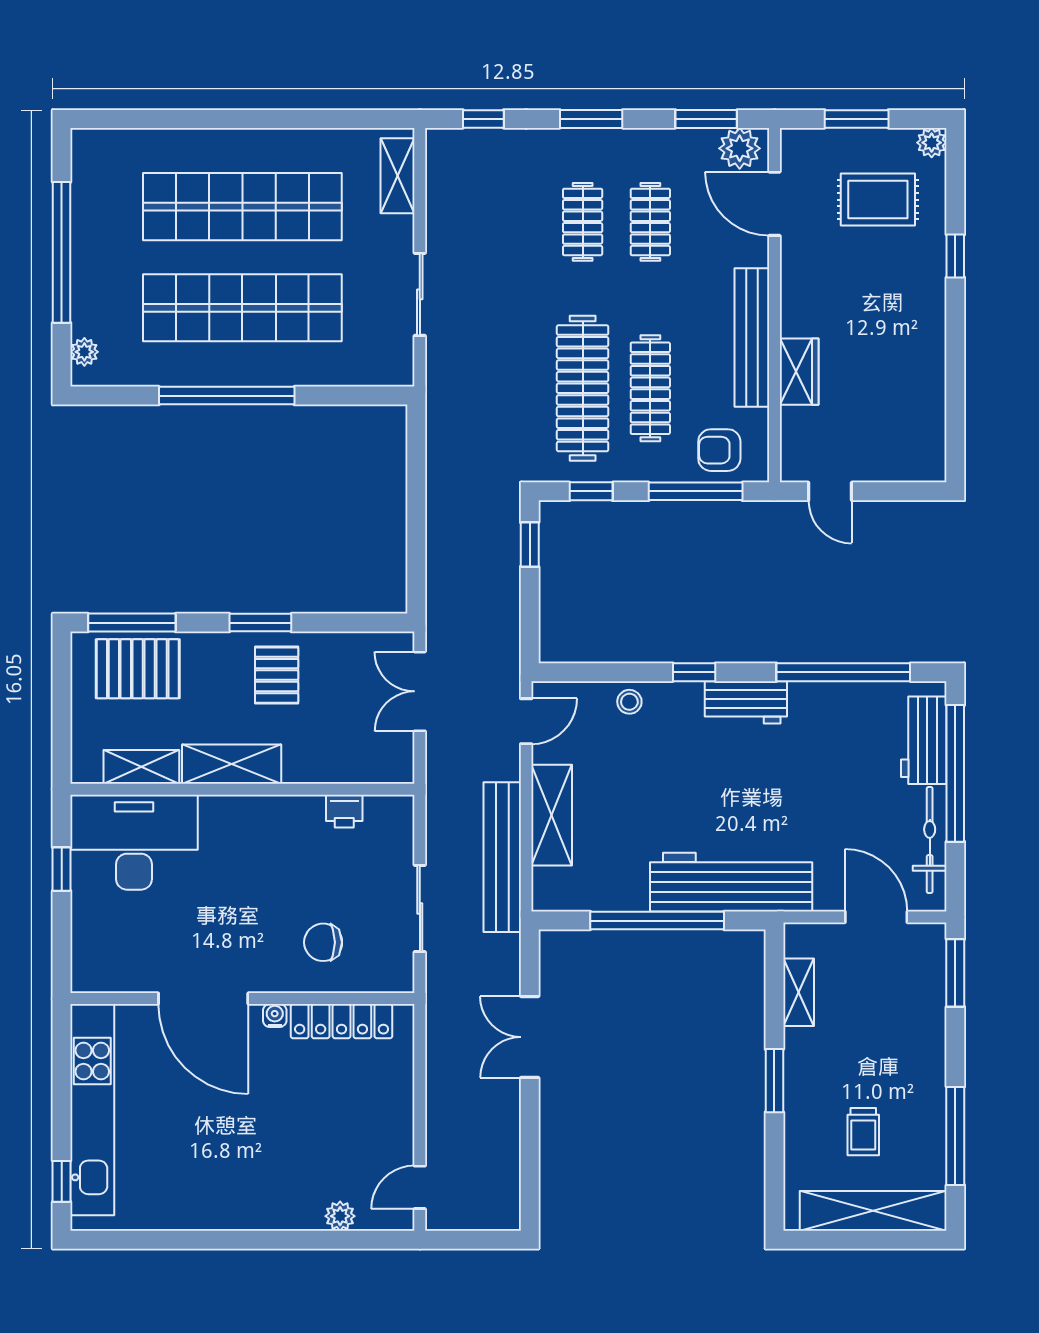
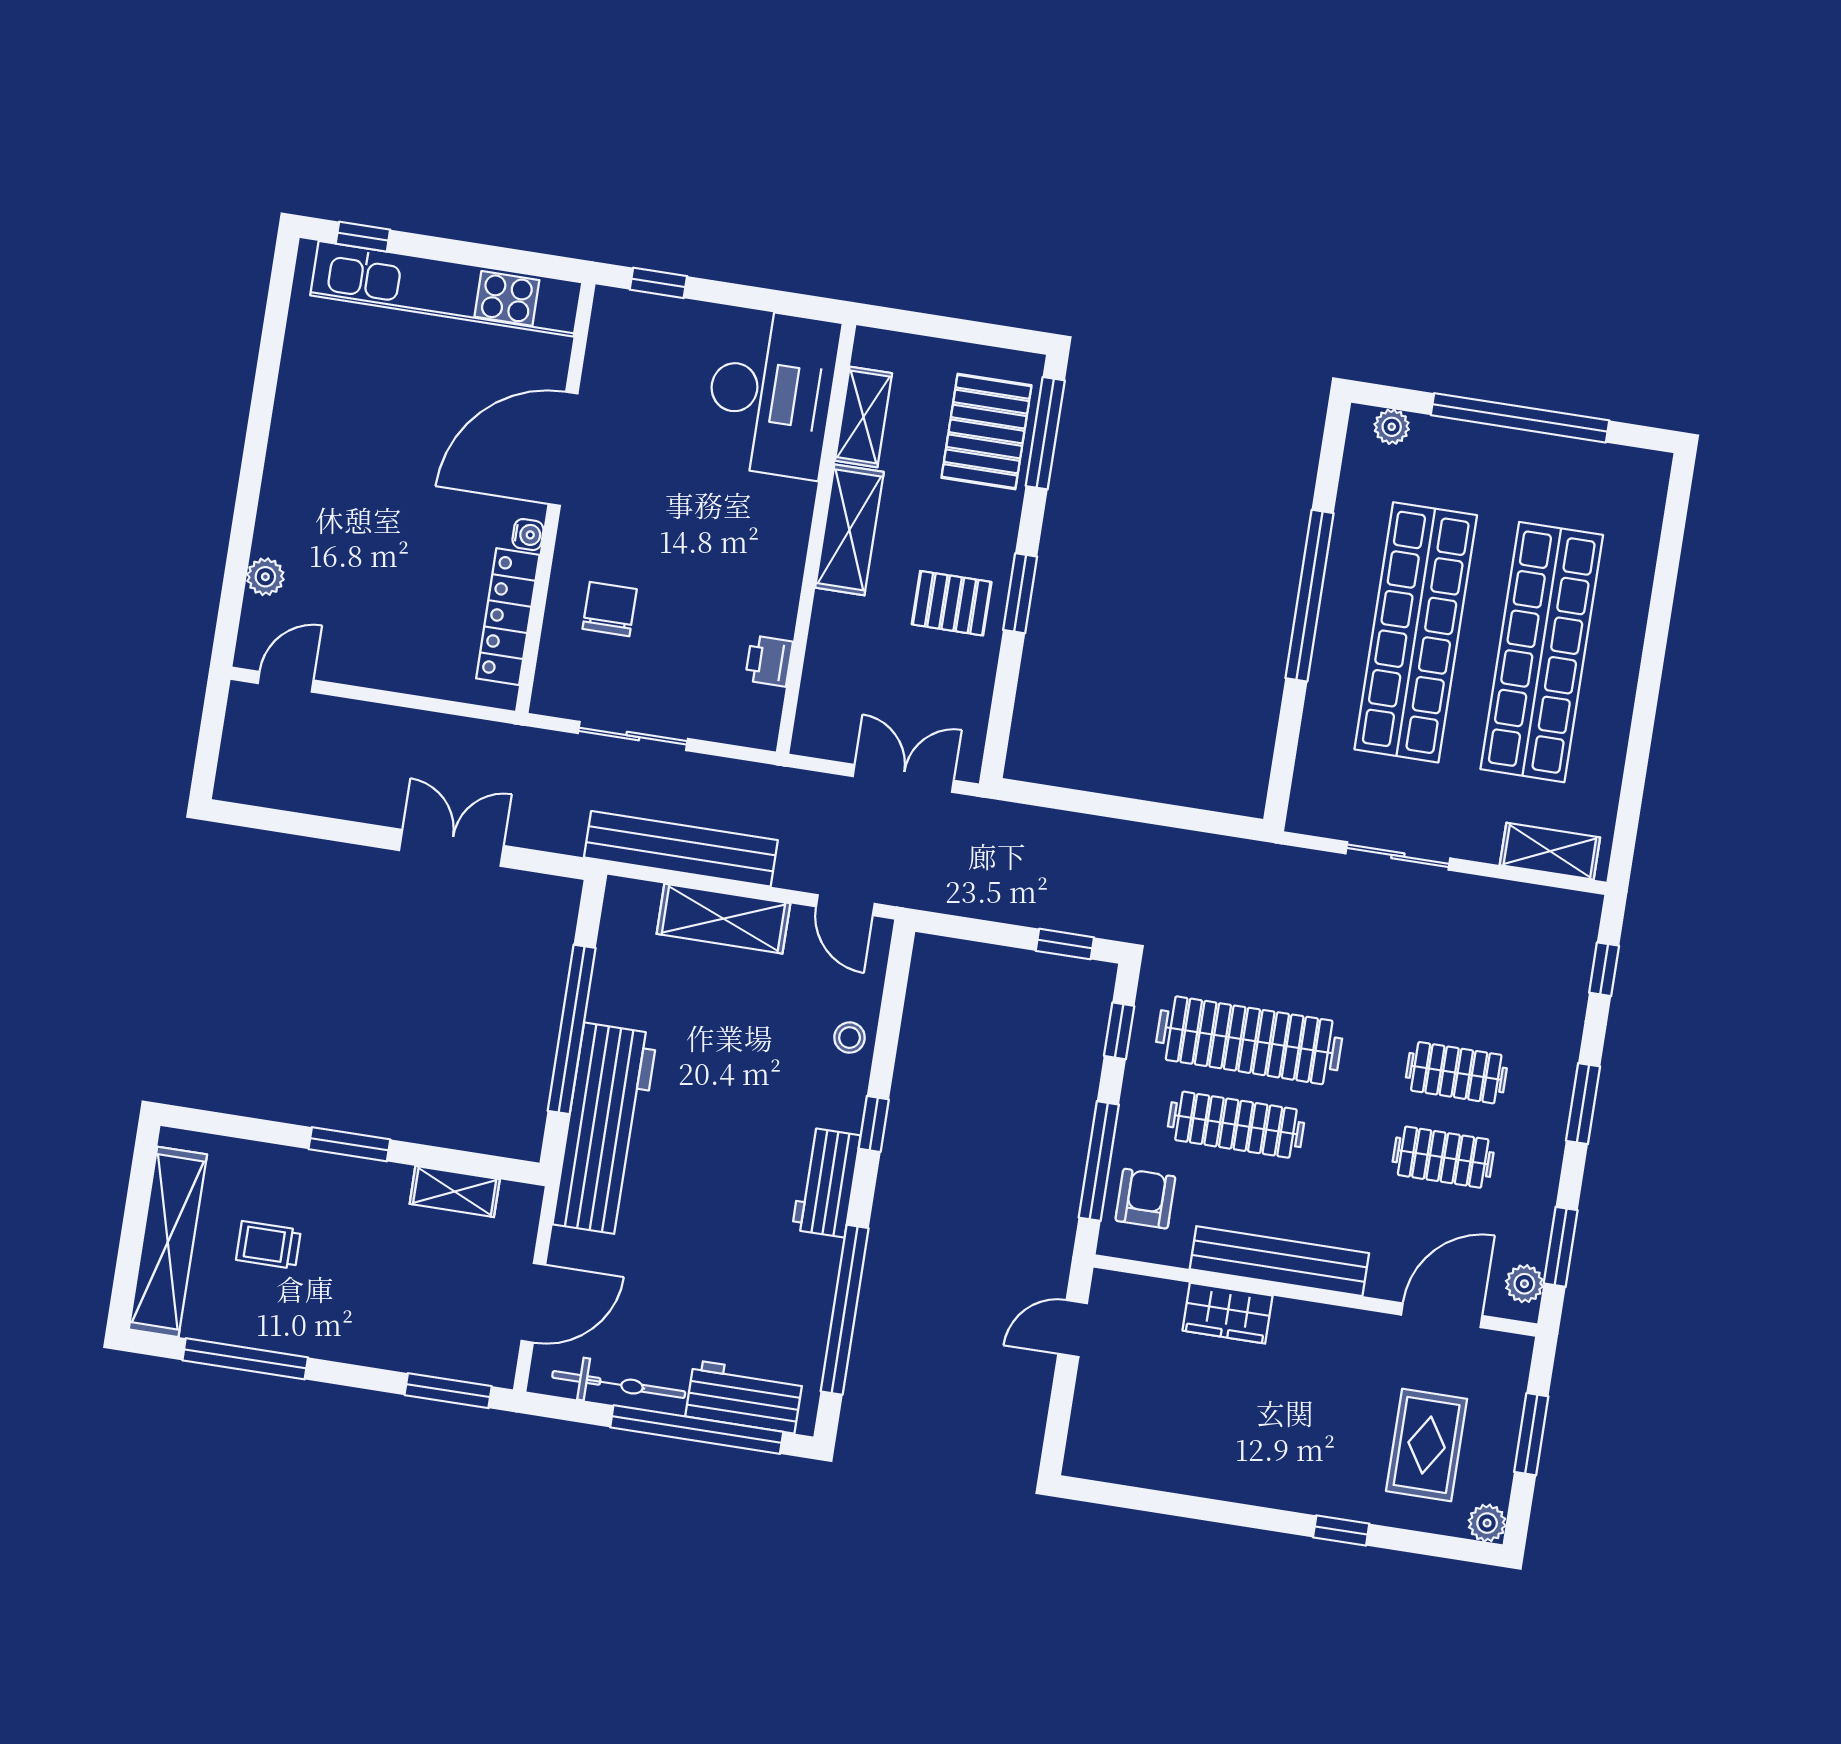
plant: (740, 148) -> (1524, 1284), width x0.73, depth x0.73
window: (62, 869) -> (658, 283), moved
door: (420, 1187) -> (286, 682), hinge flipped

